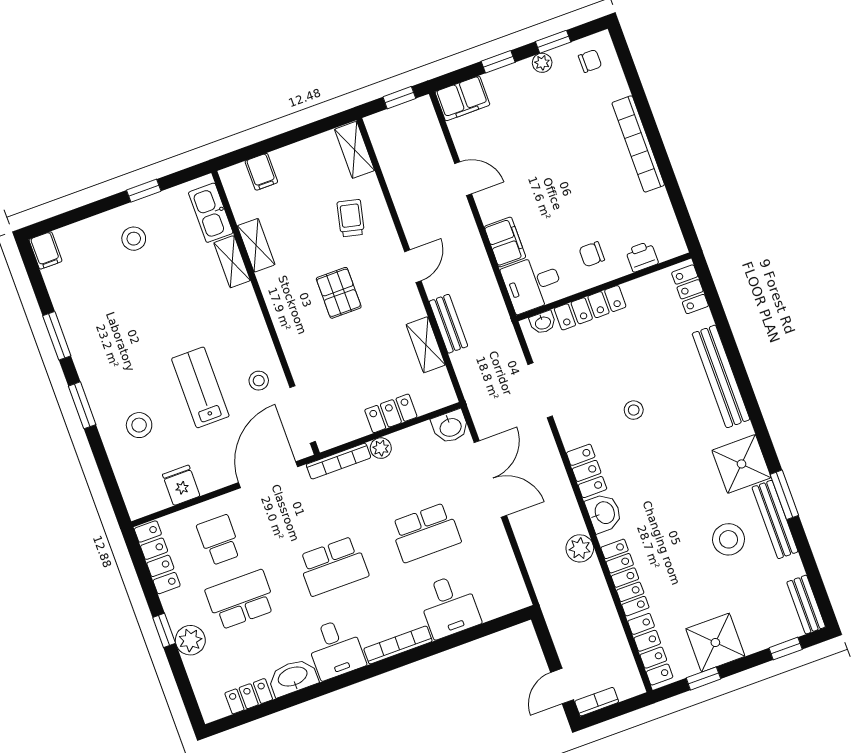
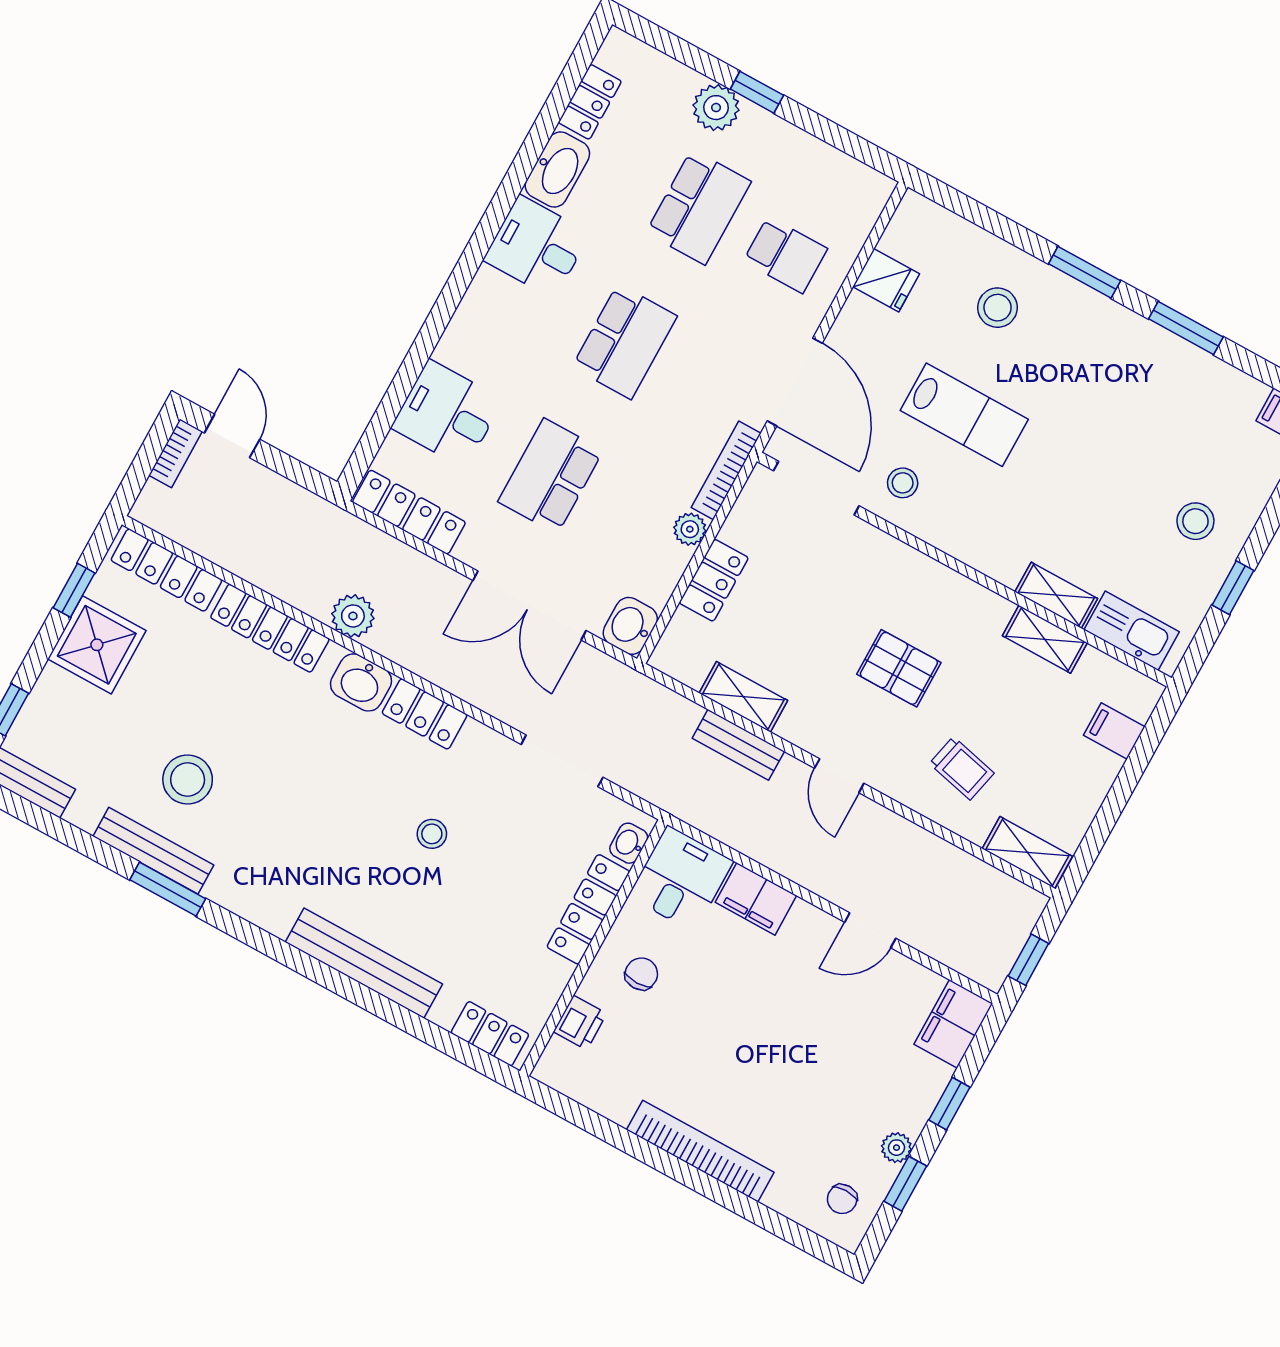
shower: (741, 464) -> (250, 881), removed
locker: (157, 557) -> (409, 512), moved, turned 180
school desk: (333, 566) -> (625, 342), turned 180
bookcase: (398, 645) -> (467, 316), removed

